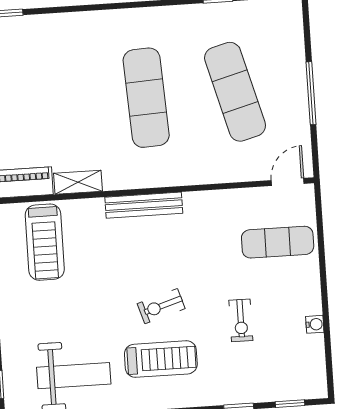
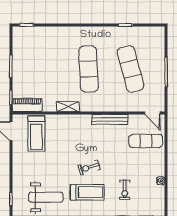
shelving: (78, 182) -> (68, 107), moved
door: (288, 182) -> (152, 113), swing flipped
bench: (144, 205) -> (110, 119), moved
exercise bike: (241, 320) -> (125, 190), moved

